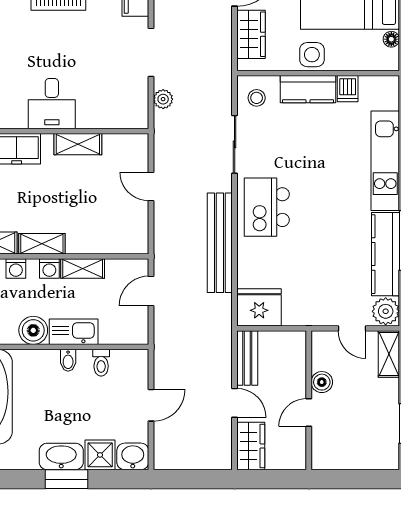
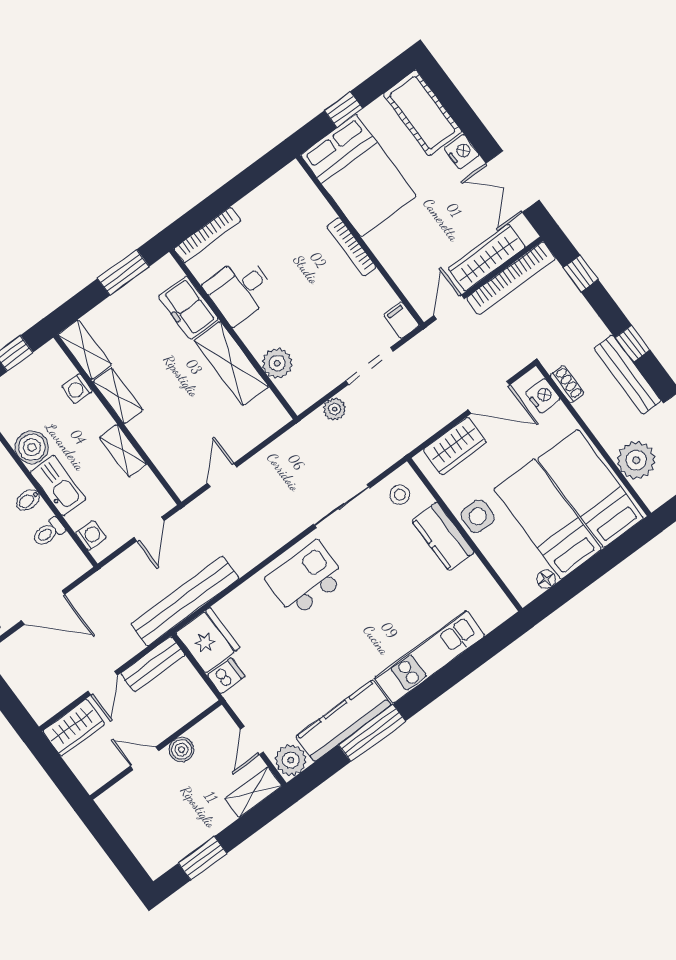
dishwasher: (348, 89) -> (226, 676), moved, turned 180
desk: (52, 104) -> (240, 290), moved
plant: (101, 116) -> (277, 363), added
shelving: (78, 144) -> (231, 363), width x1.50, depth x1.33
door: (151, 187) -> (222, 475), moved
bench: (220, 243) -> (185, 601), moved
washing machine: (49, 269) -> (91, 535), moved, turned 180
door: (151, 291) -> (149, 529), swing flipped
door: (151, 405) -> (43, 607), width x1.37

